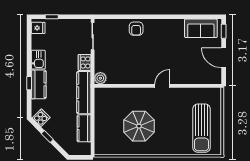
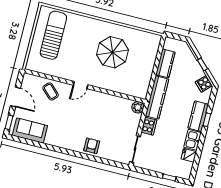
fridge: (38, 28) -> (189, 155), moved
coffee table: (190, 72) -> (51, 91), added

